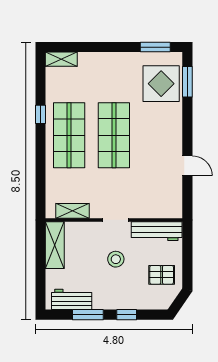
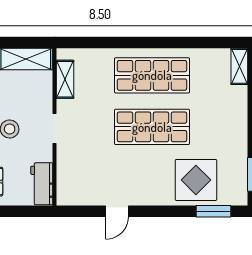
display table: (161, 84) -> (196, 180), moved
window: (41, 114) -> (176, 43), removed
workbench: (157, 231) -> (42, 184), width x0.73

